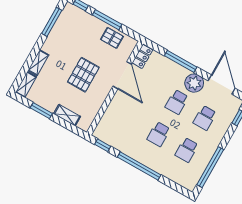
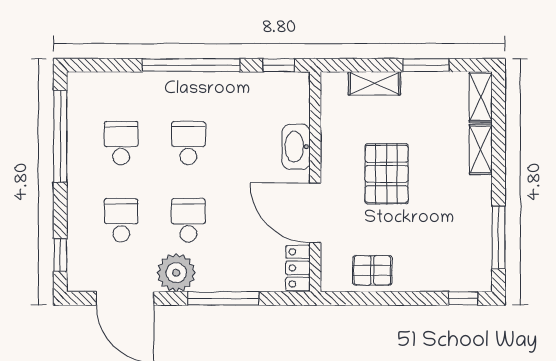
window: (107, 20) -> (400, 298), removed
washbasin: (115, 107) -> (296, 147), added

